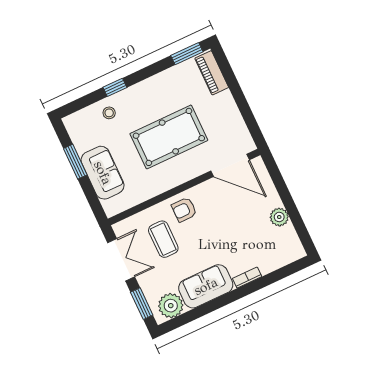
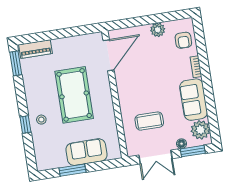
stool: (109, 113) -> (41, 120), moved
armchair: (184, 210) -> (183, 40), moved
double door: (121, 260) -> (156, 157), swing flipped
floor lamp: (147, 287) -> (182, 144), added

